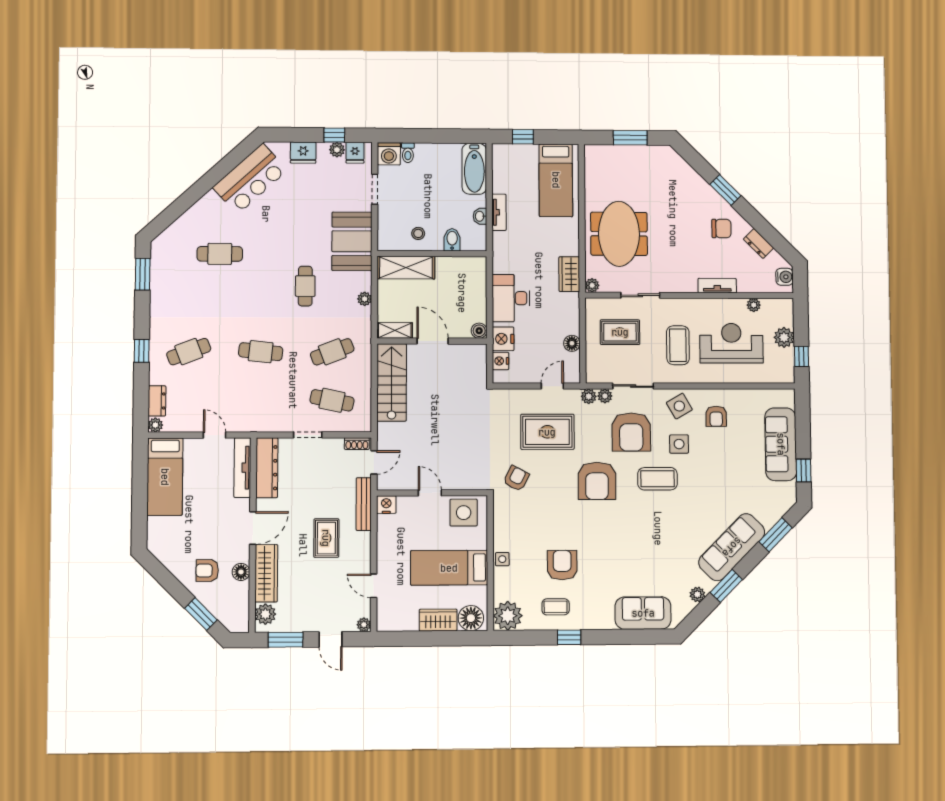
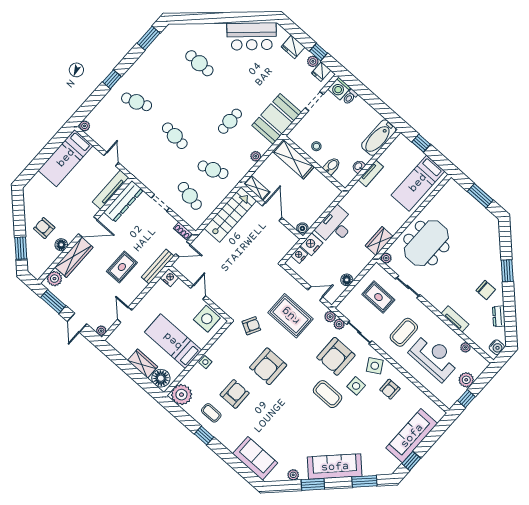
dresser: (157, 401) -> (97, 114), removed
armchair: (597, 481) -> (268, 366), moved

